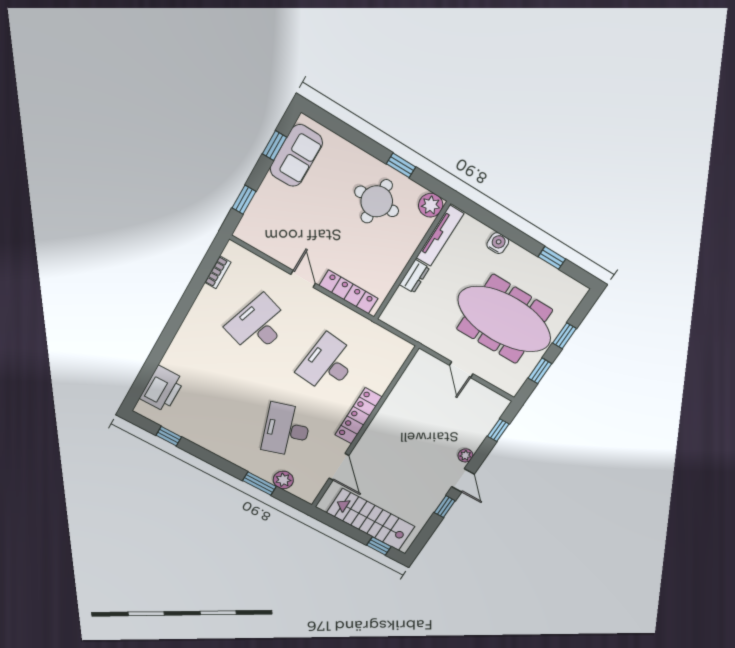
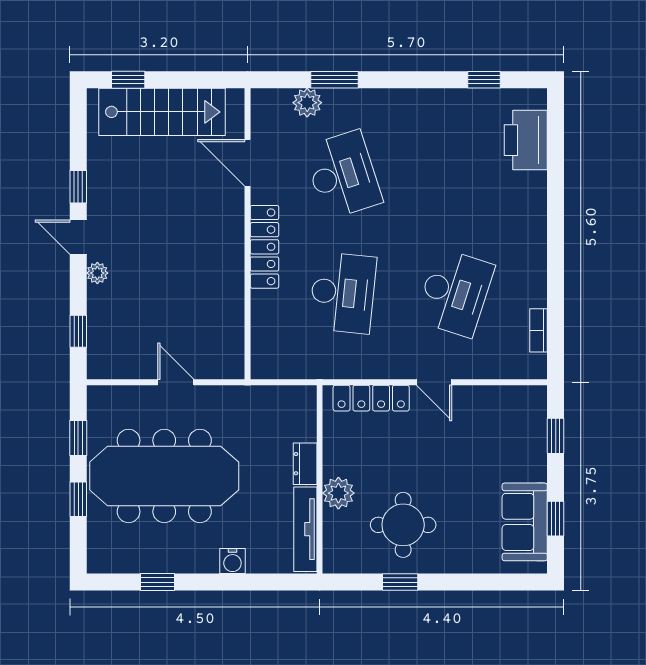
plant: (431, 205) -> (338, 493), moved

